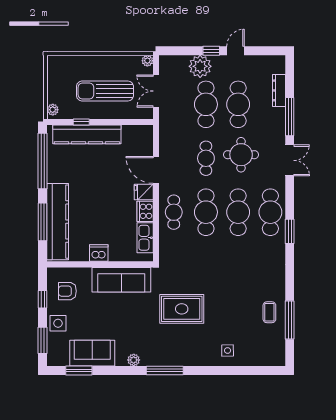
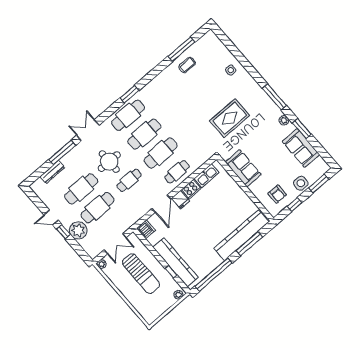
dishwasher: (99, 253) -> (146, 229), moved, turned 180
sofa: (121, 280) -> (243, 168), width x0.73
rug: (182, 309) -> (230, 118), turned 90
window: (79, 370) -> (302, 129), moved

